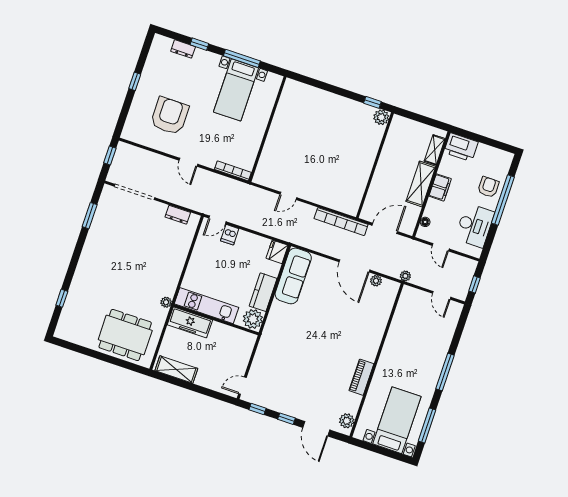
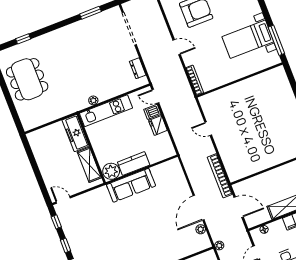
window: (242, 58) -> (276, 40), moved
door: (188, 162) -> (177, 47), swing flipped
fridge: (277, 252) -> (158, 125), moved, turned -90
sofa: (293, 276) -> (131, 185), moved
plant: (166, 302) -> (93, 100), moved
kitchen unit: (207, 306) -> (106, 111), moved, turned 90
dining table: (125, 335) -> (27, 79), moved
shelving: (176, 370) -> (89, 165), moved

